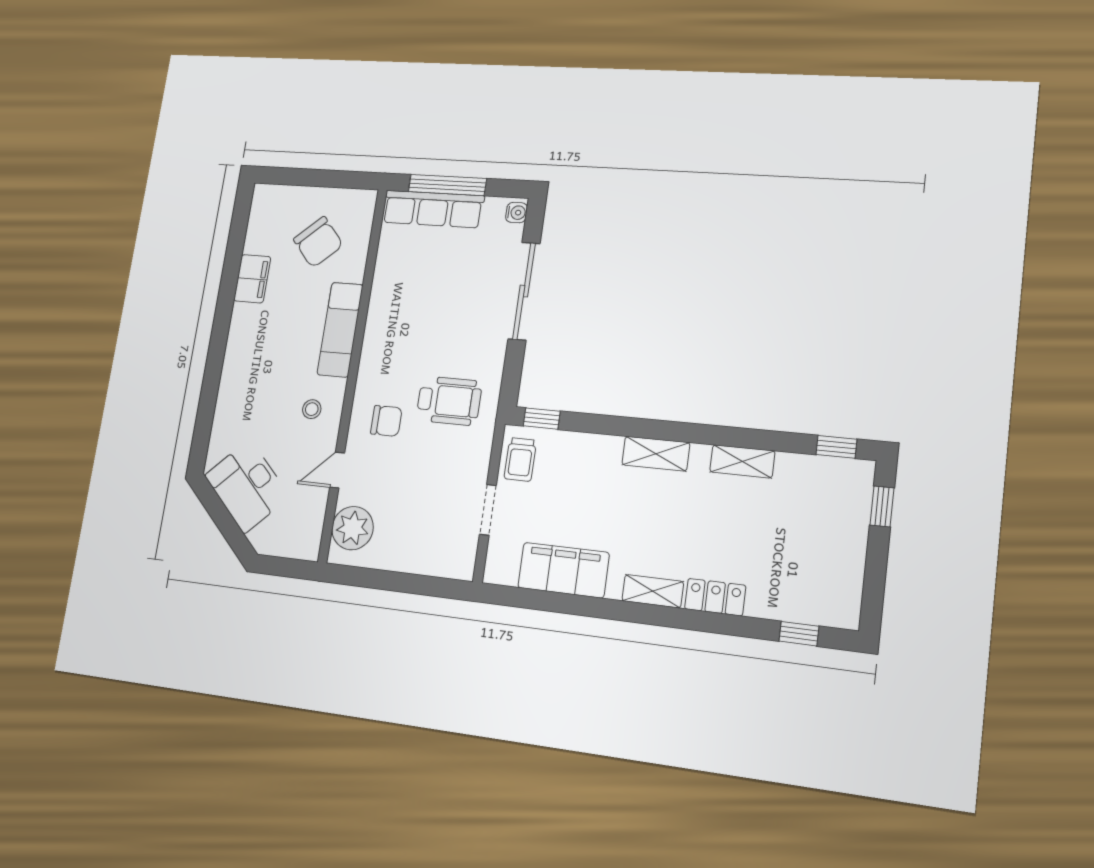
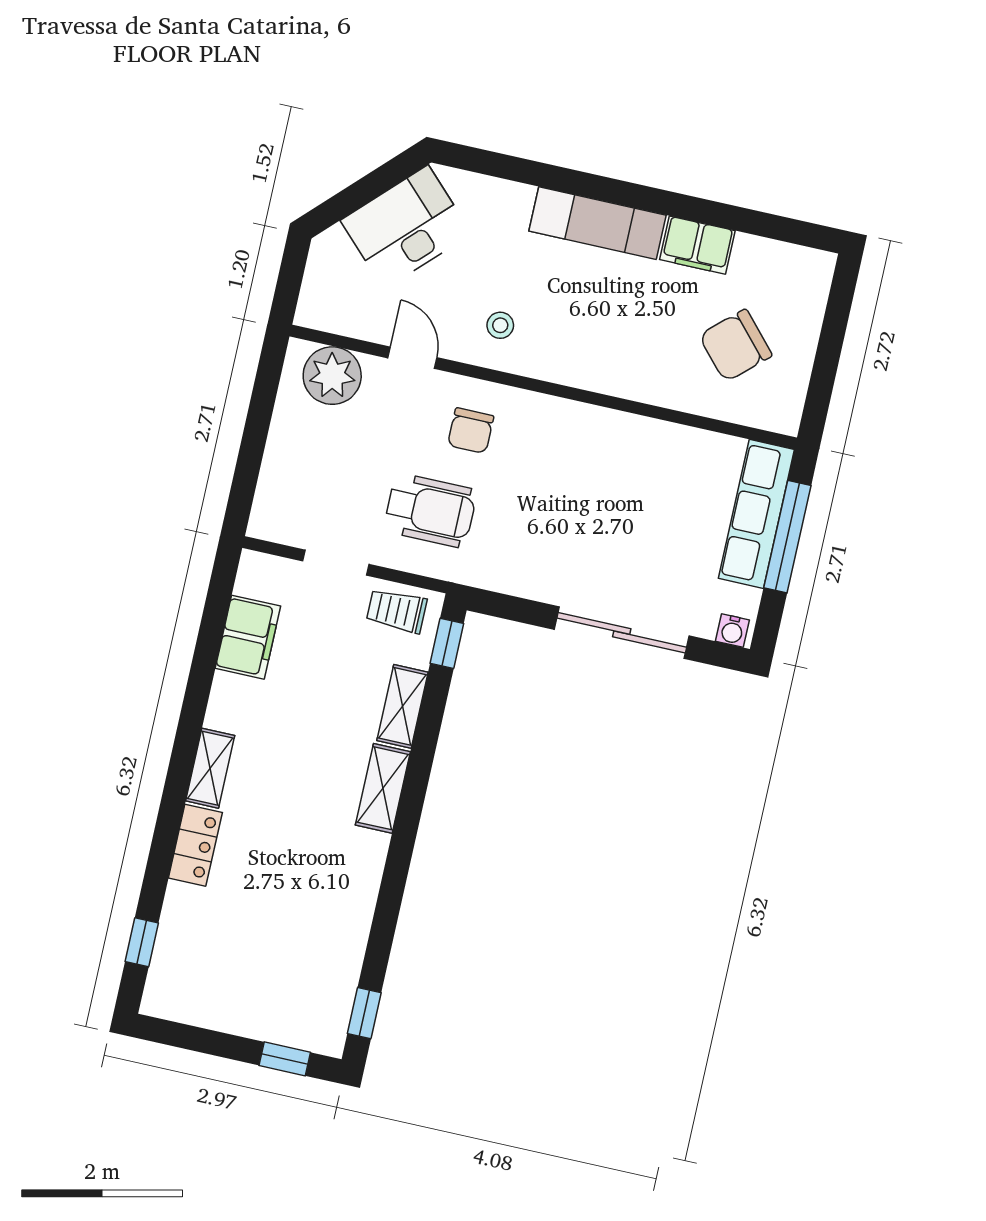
exam couch: (340, 330) -> (598, 223), moved, turned 180
wheelchair: (449, 401) -> (430, 510), moved, turned -90
shelving: (742, 461) -> (402, 706), moved
filing cabinet: (563, 570) -> (248, 637), width x0.67, depth x0.86

